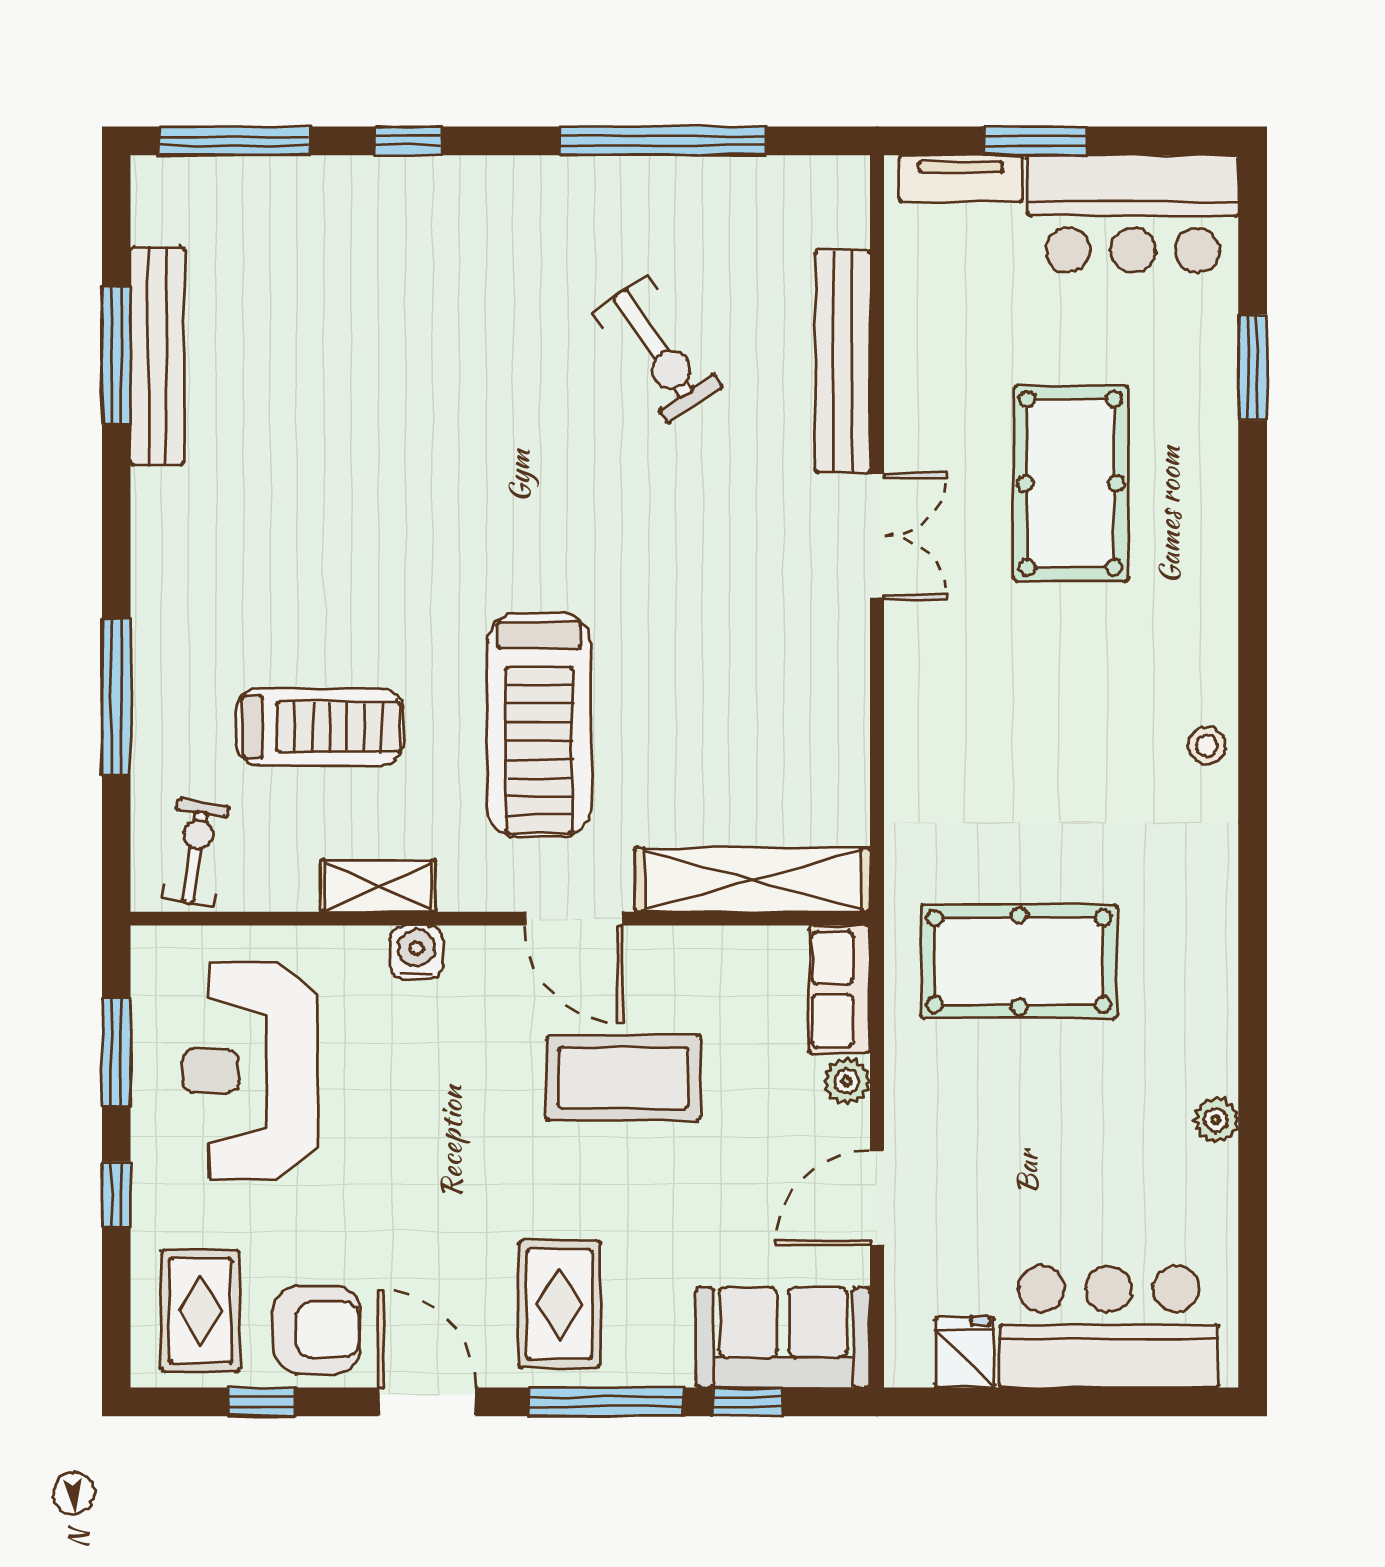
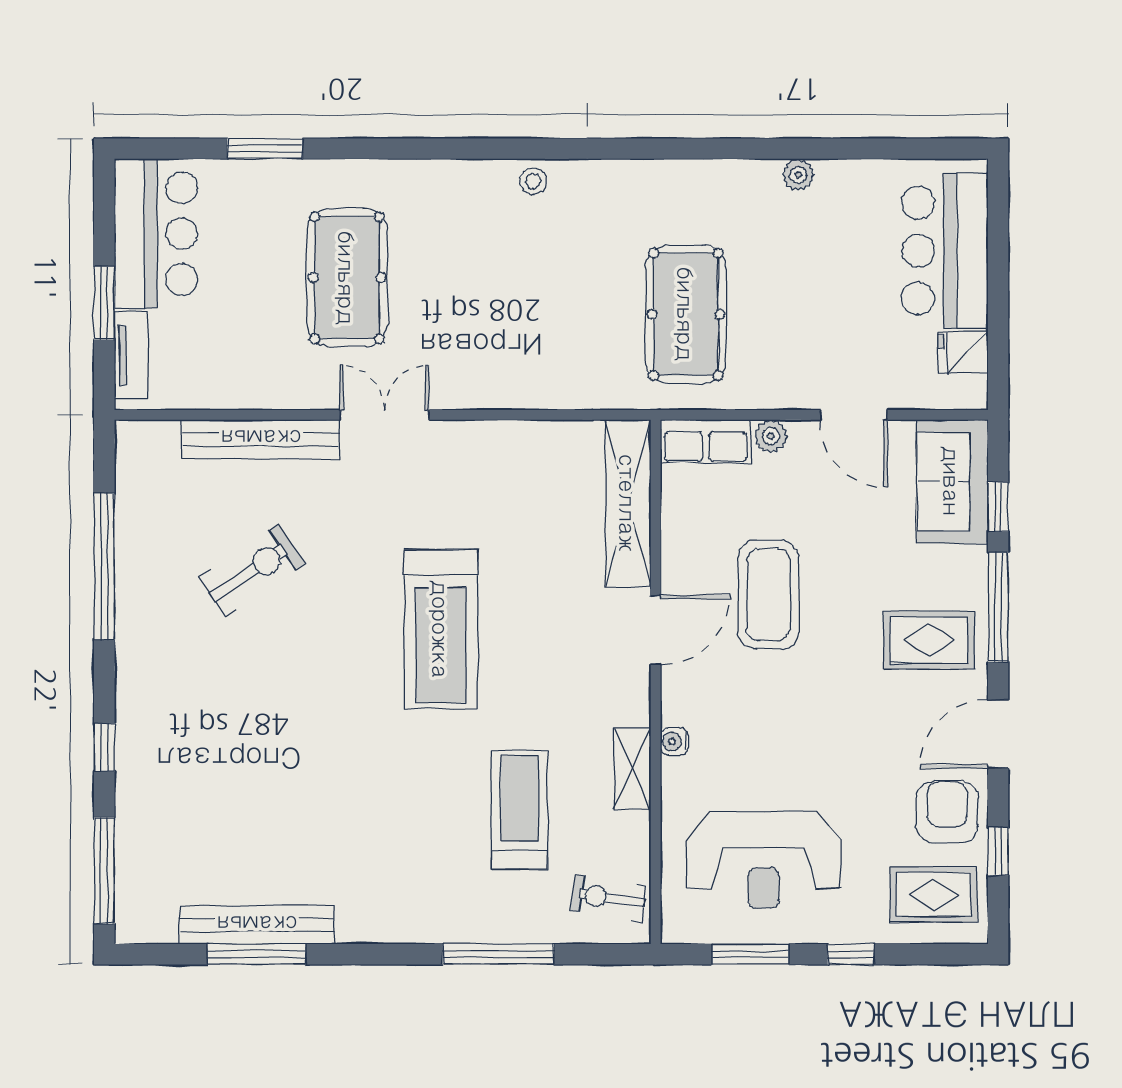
pool table: (1071, 483) -> (347, 278), turned 90
treadmill: (539, 725) -> (441, 629), moved, turned 90
water cooler: (416, 952) -> (674, 741), width x0.72, depth x0.72

